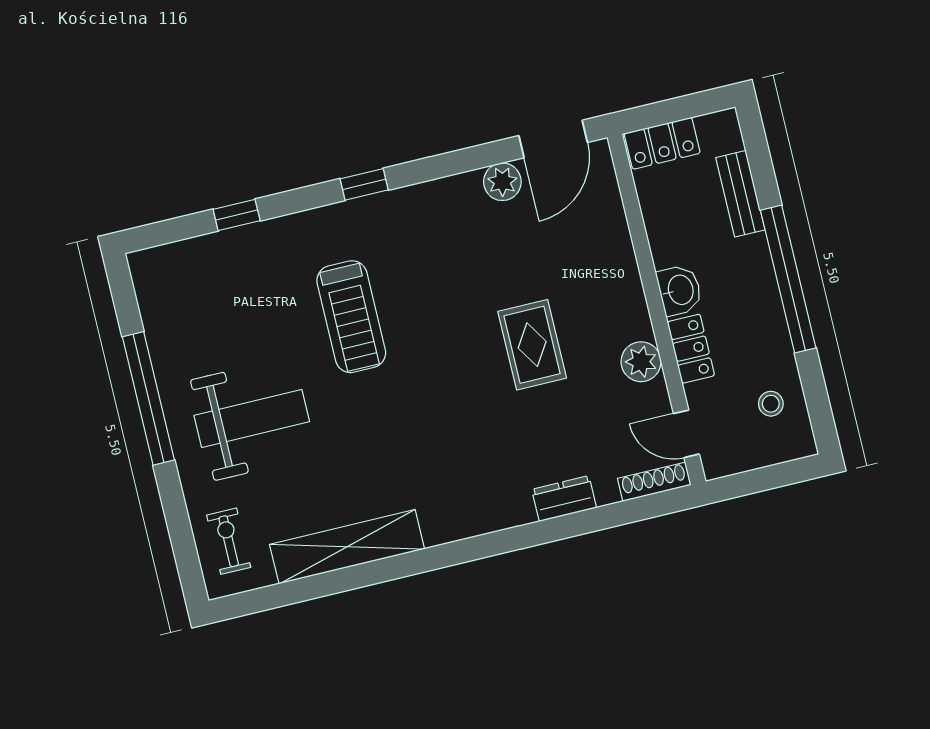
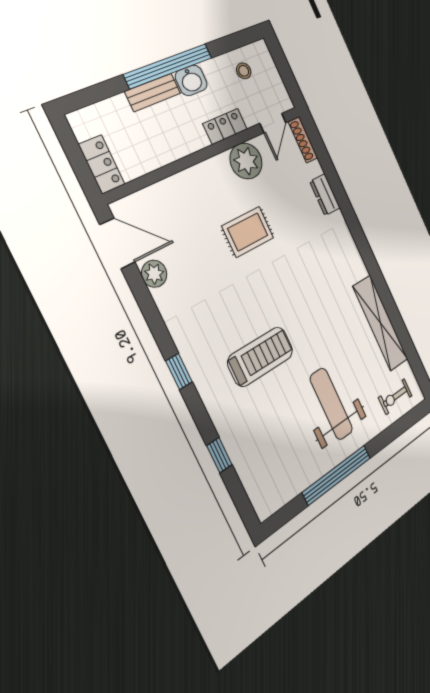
bench: (740, 194) -> (153, 92), moved
washbasin: (680, 290) -> (191, 80), moved, turned 180
plant: (641, 362) -> (246, 161), width x1.36, depth x1.36

